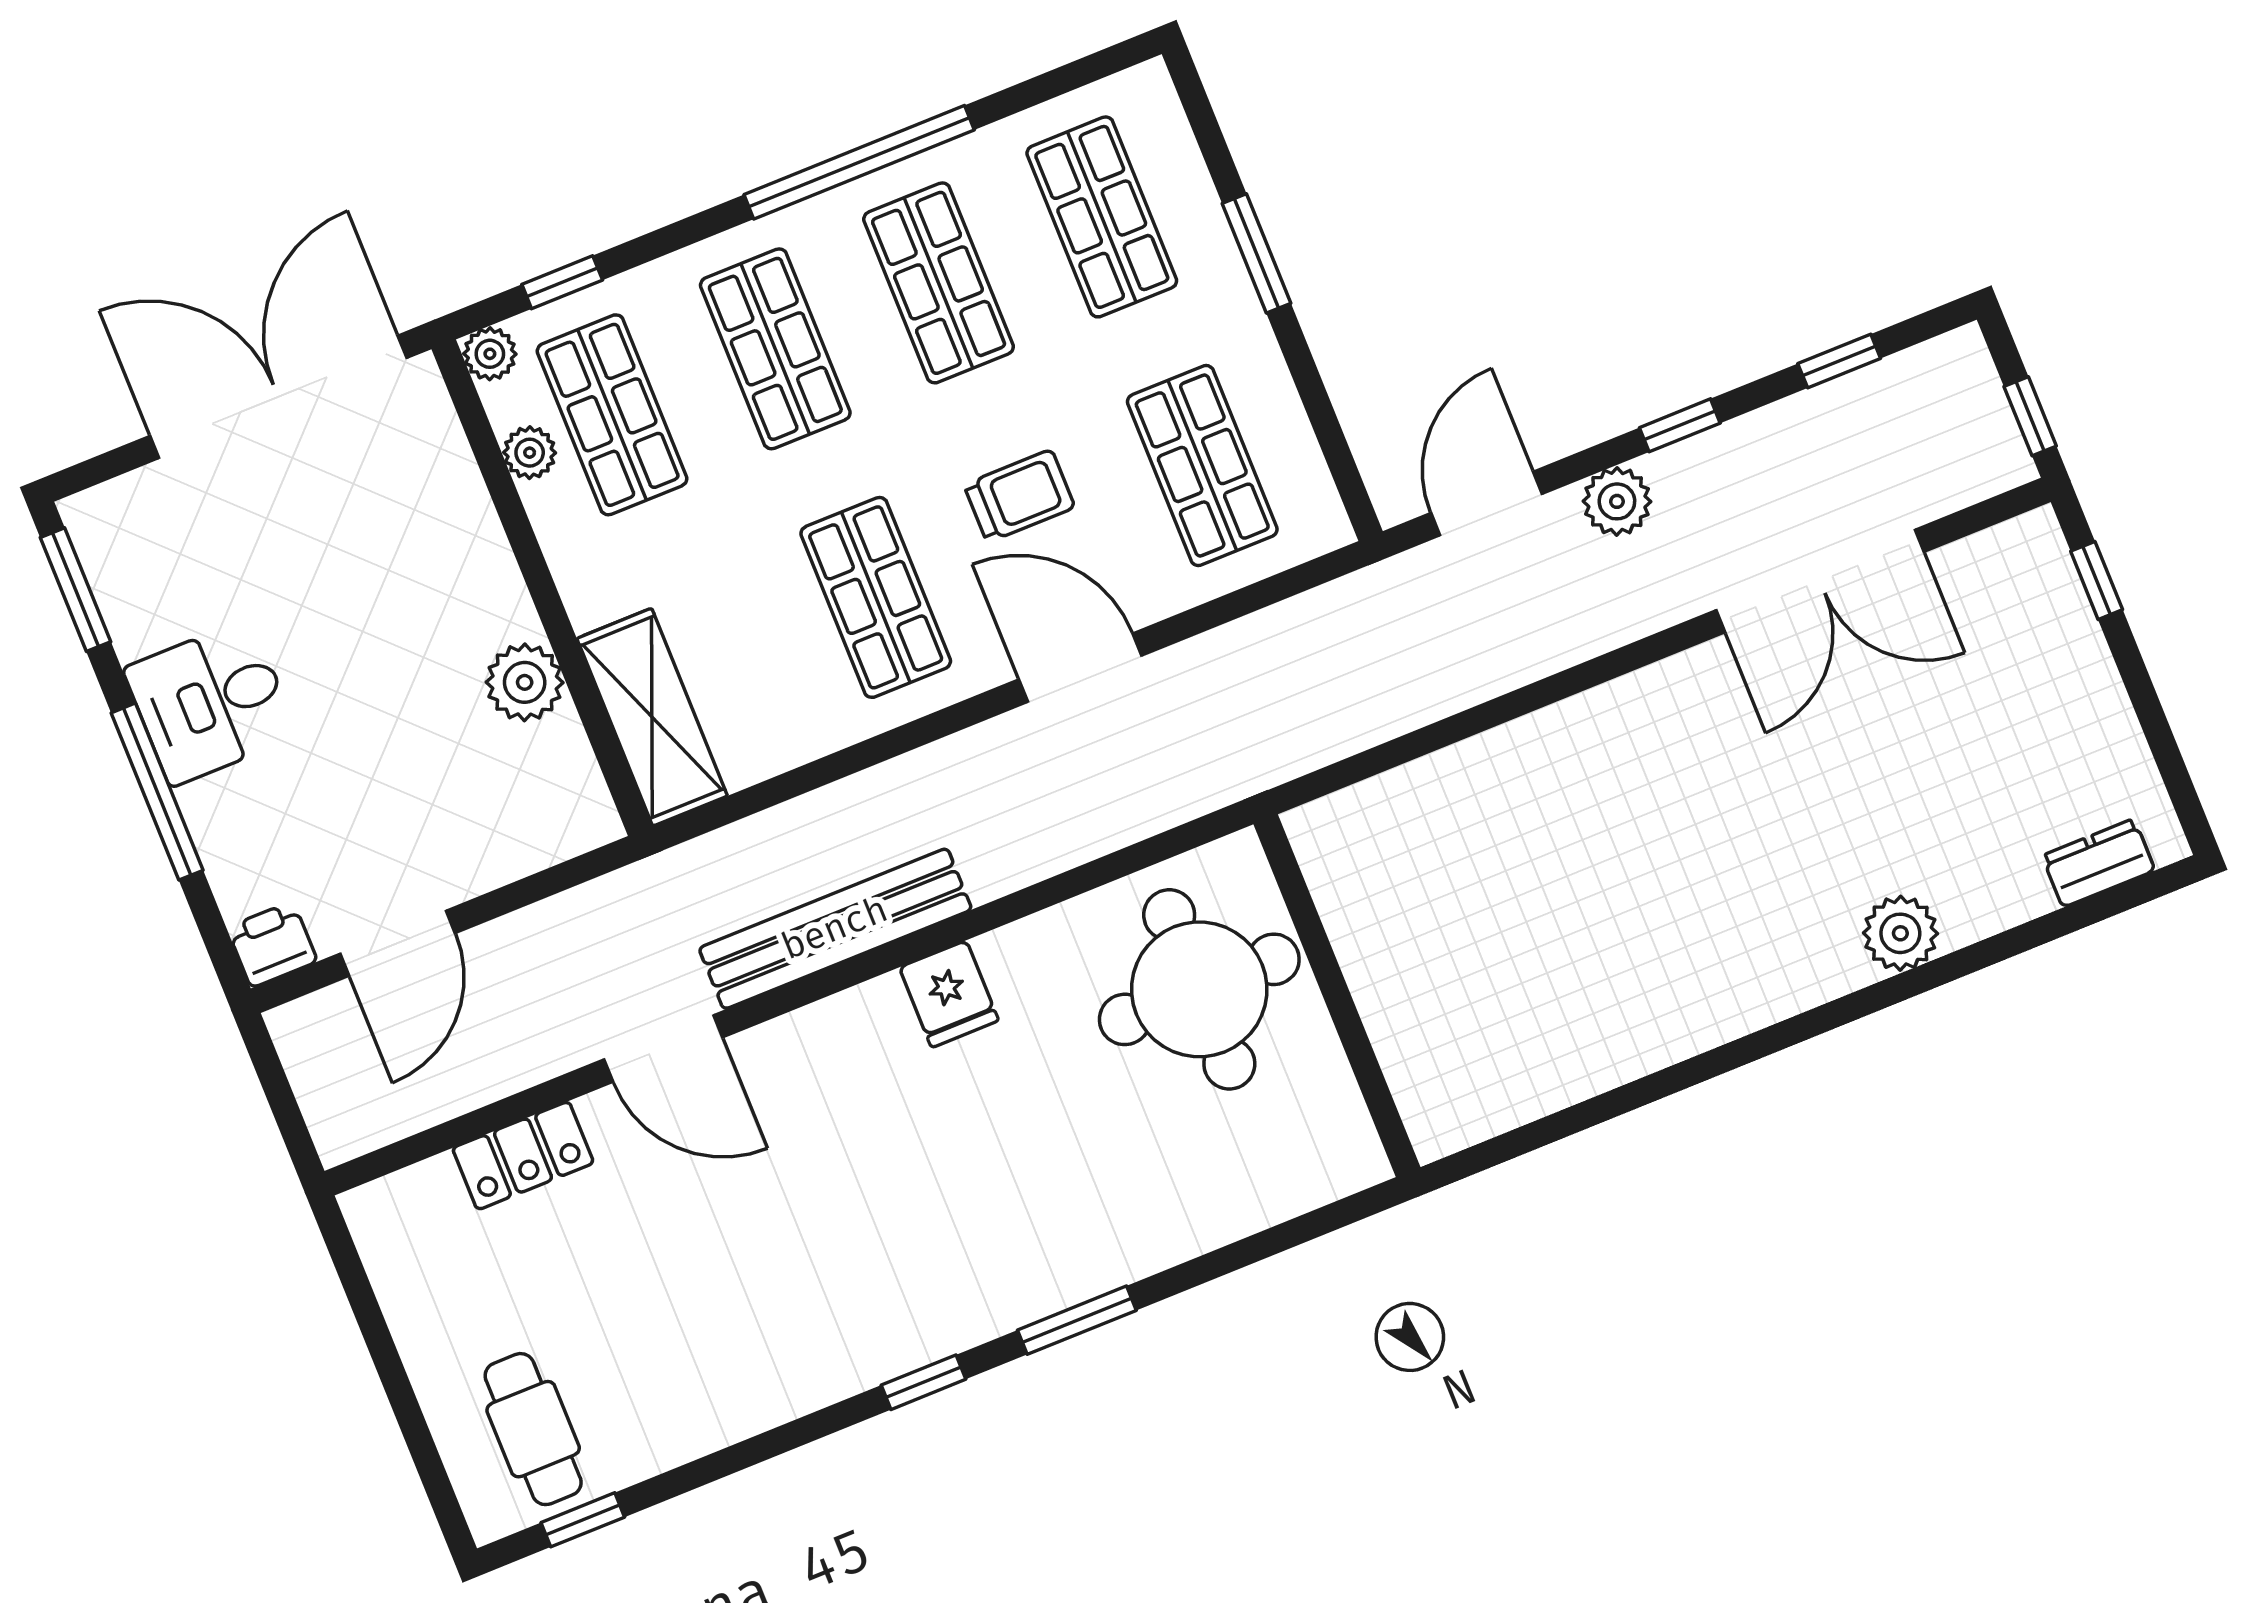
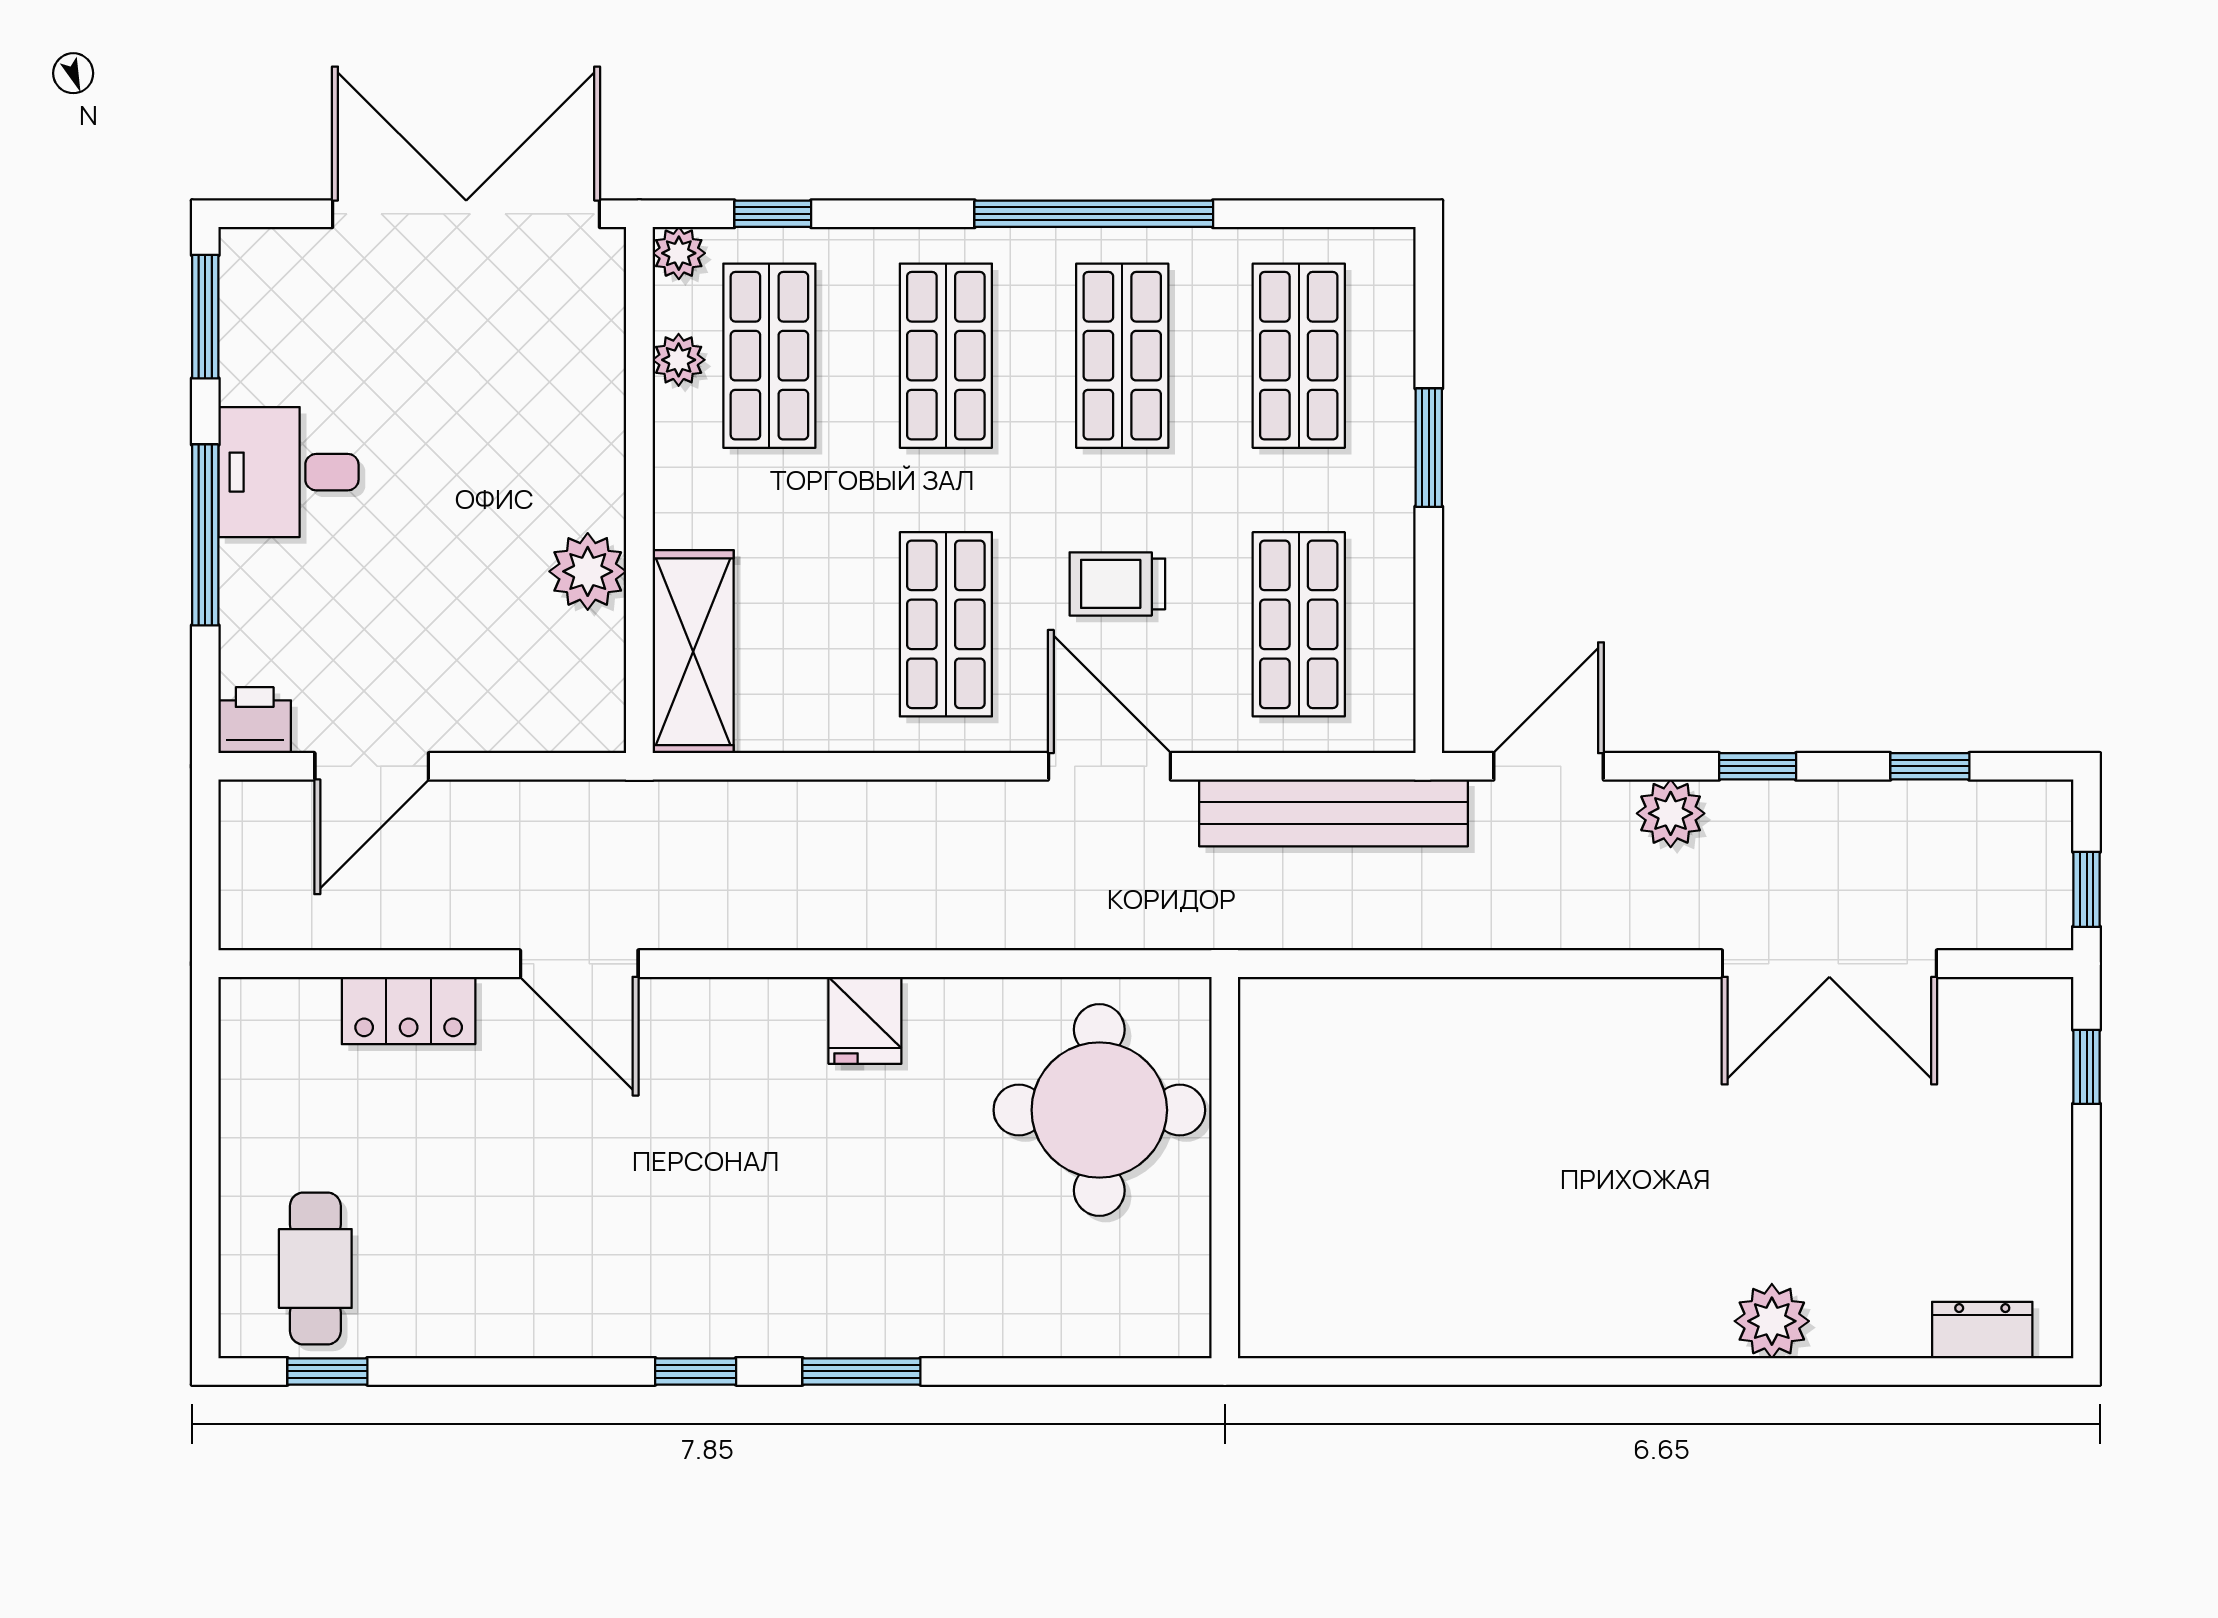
trolley: (1019, 496) -> (1117, 584), turned 180
bench: (835, 929) -> (1334, 813), moved

